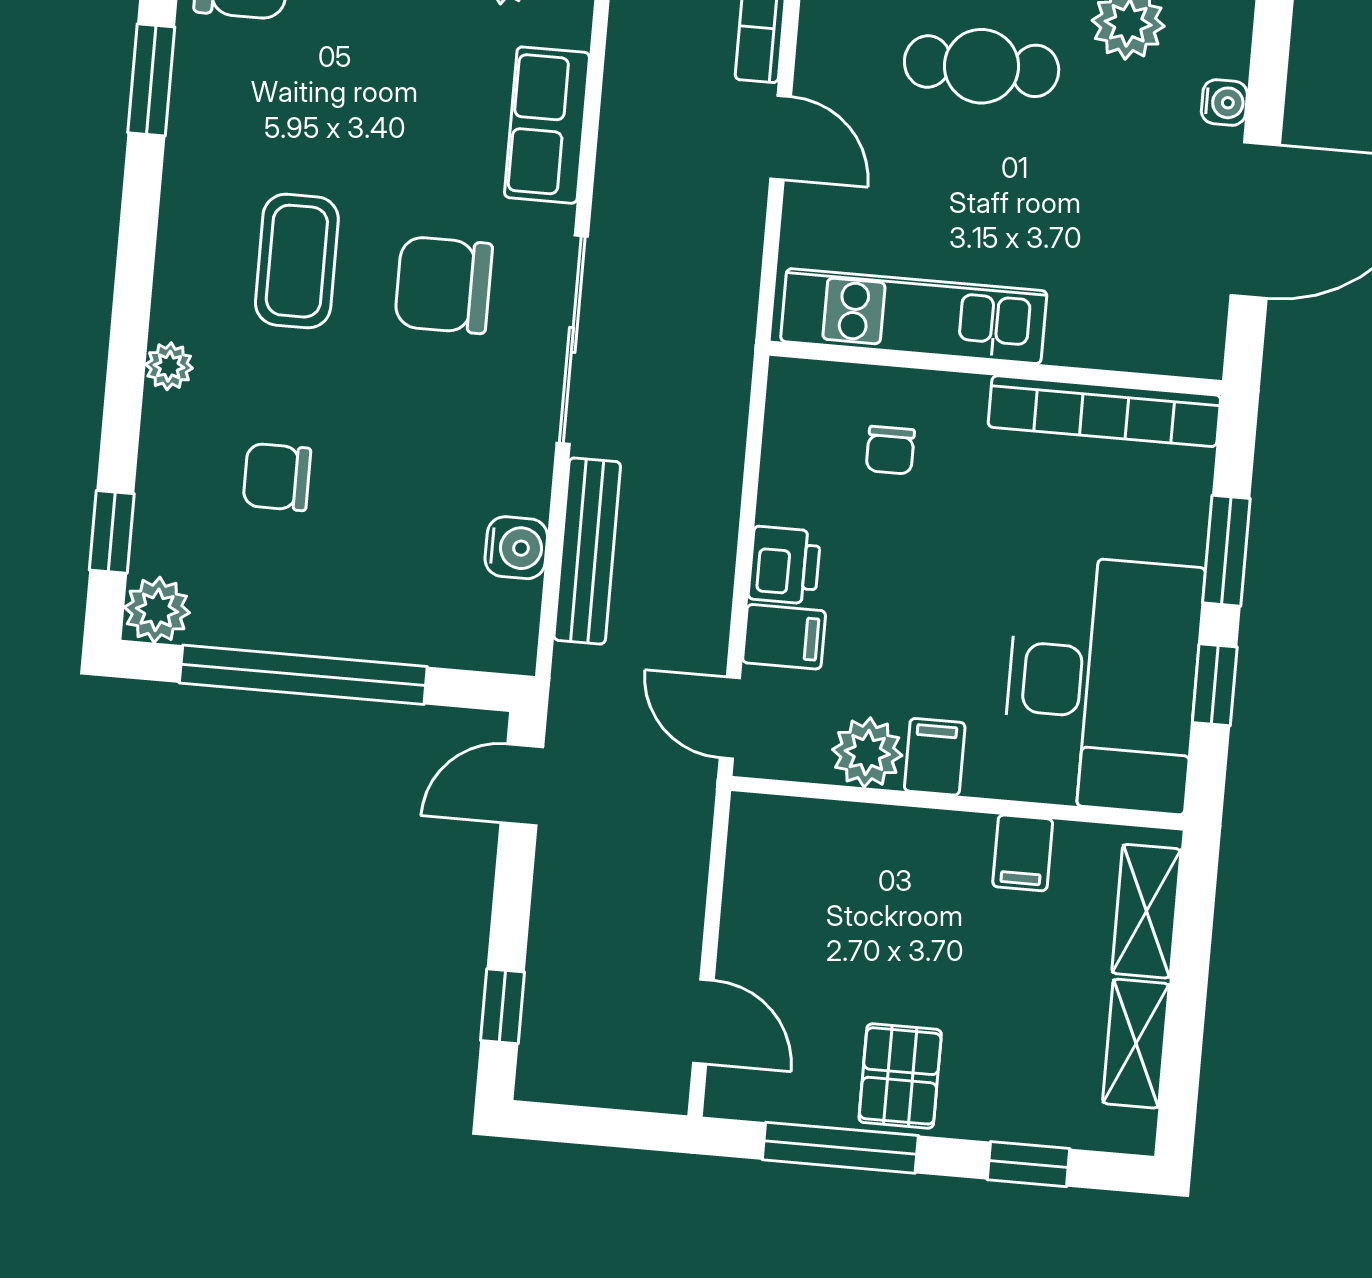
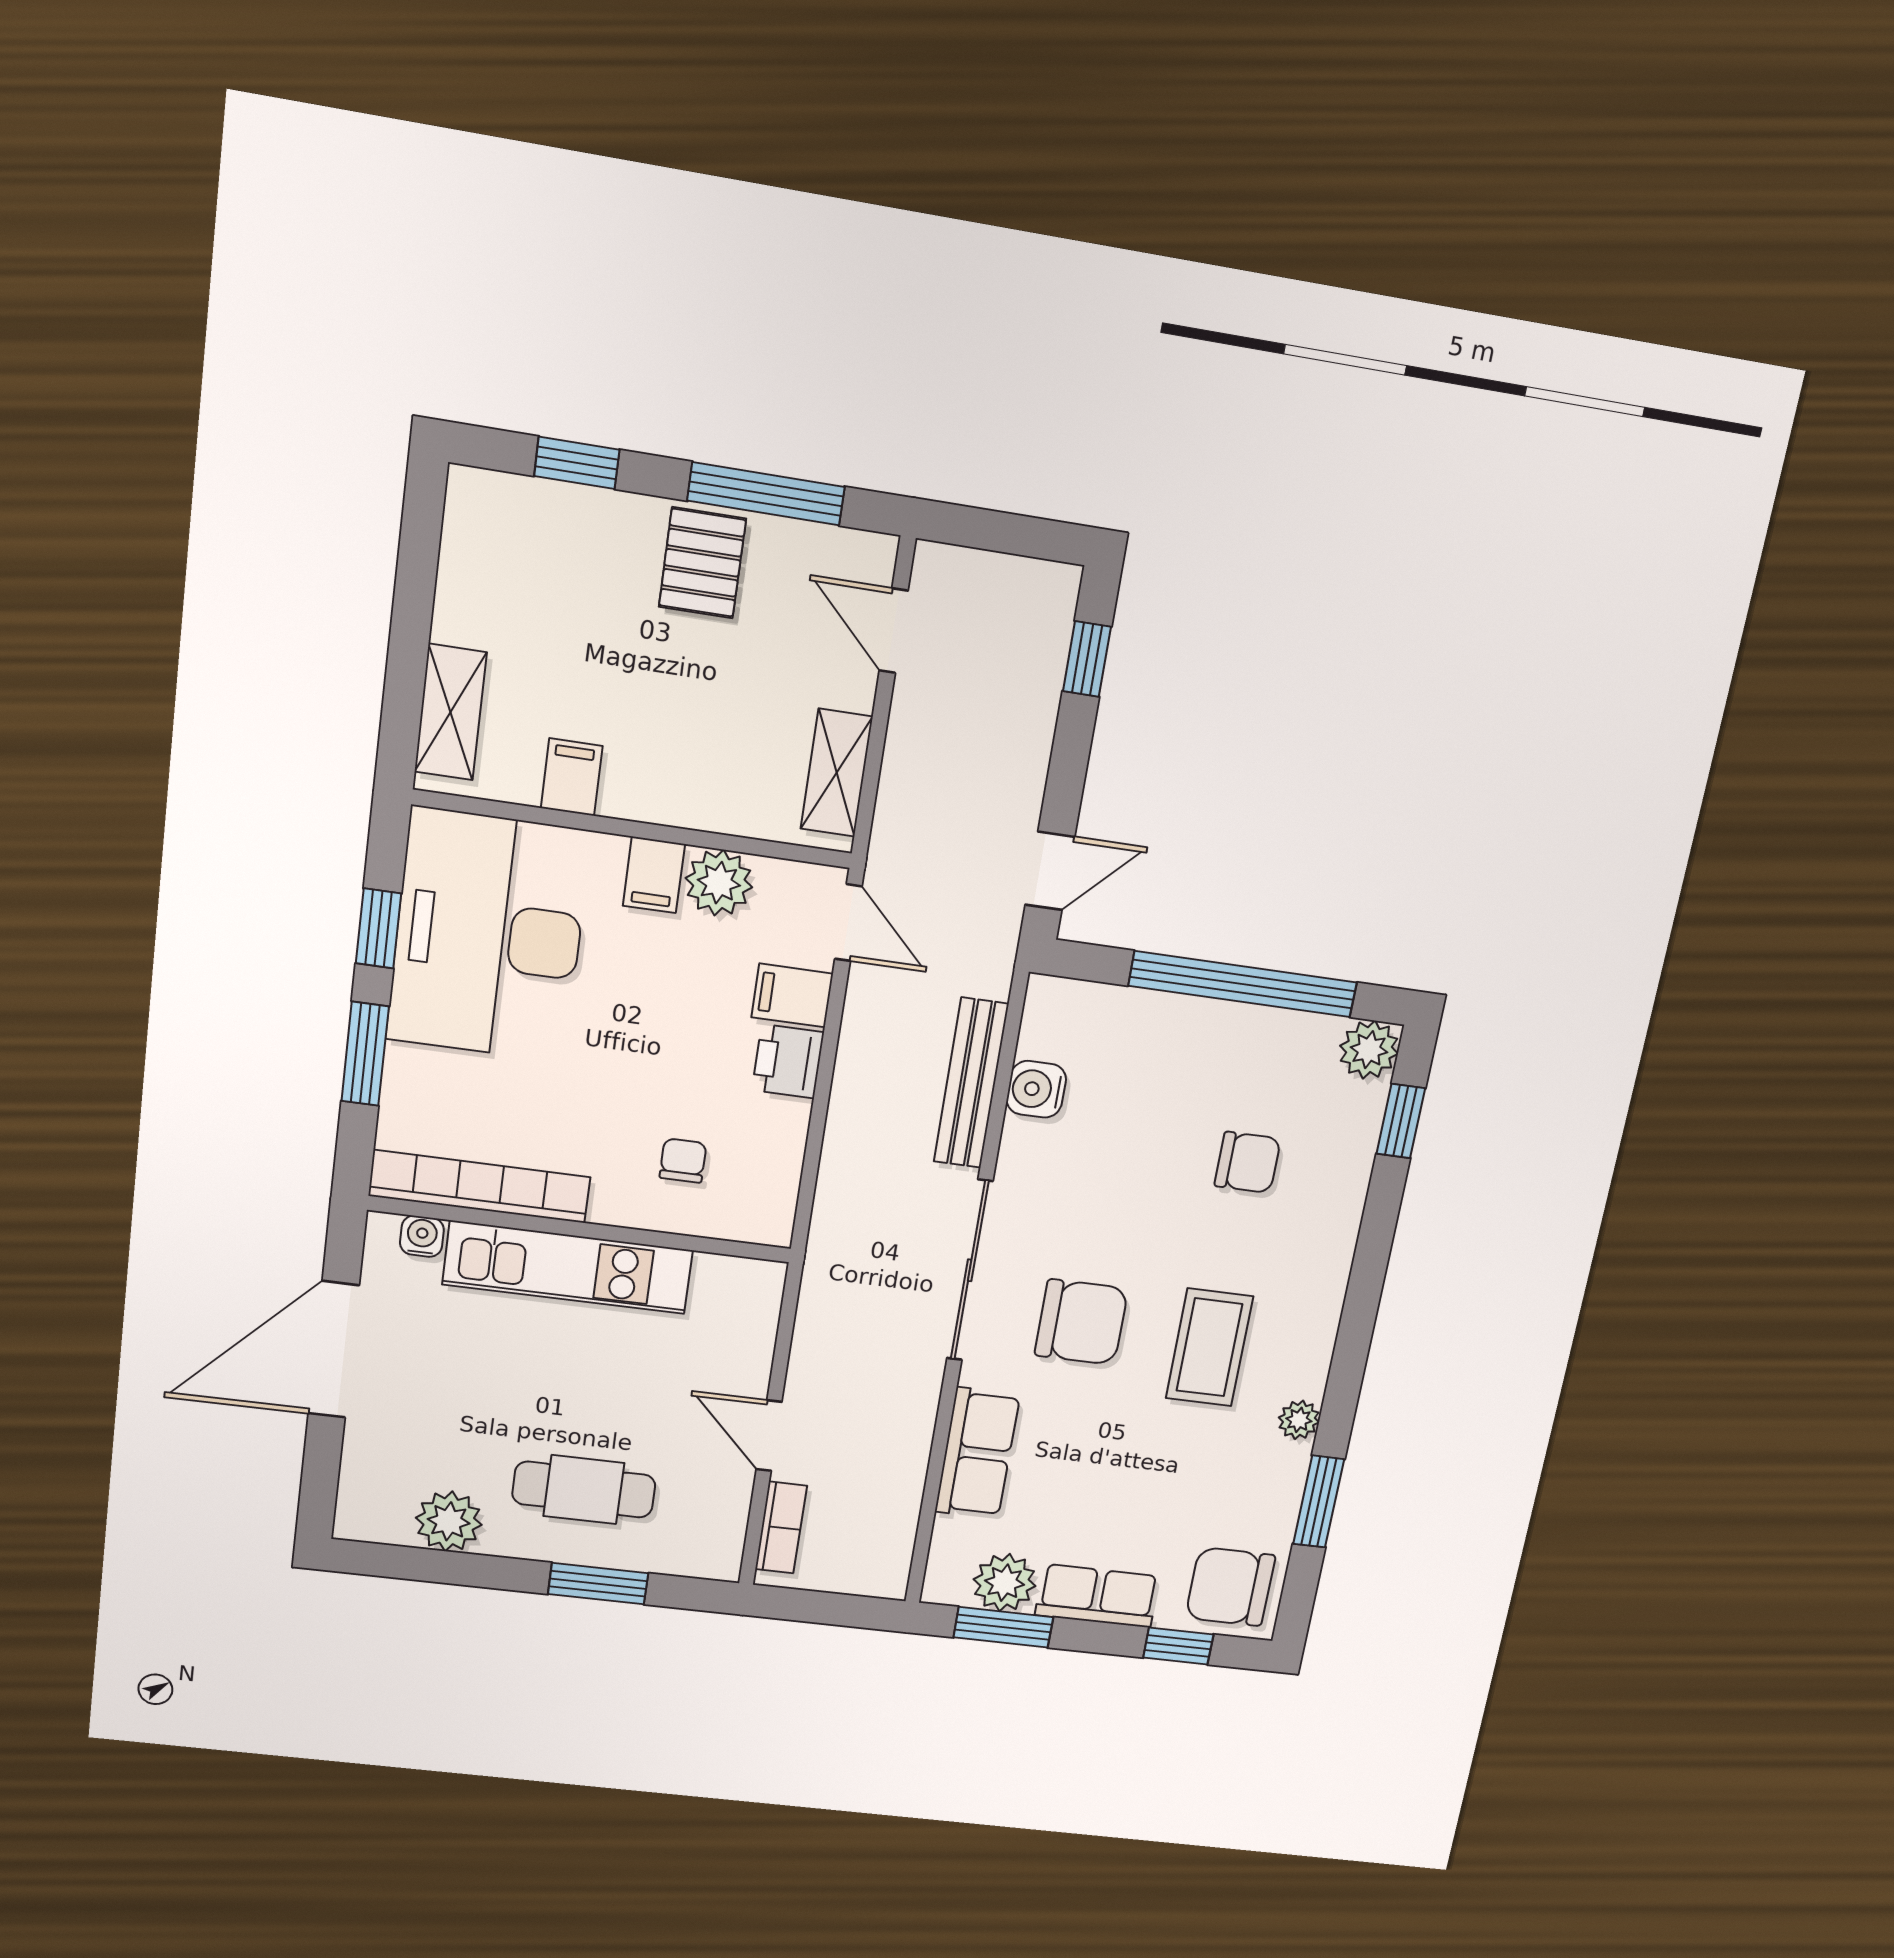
water cooler: (1224, 102) -> (422, 1236), moved, turned 90
kitchen unit: (914, 316) -> (568, 1267), moved
plant: (169, 366) -> (1299, 1420), moved
shelving: (1136, 1044) -> (837, 773), moved

